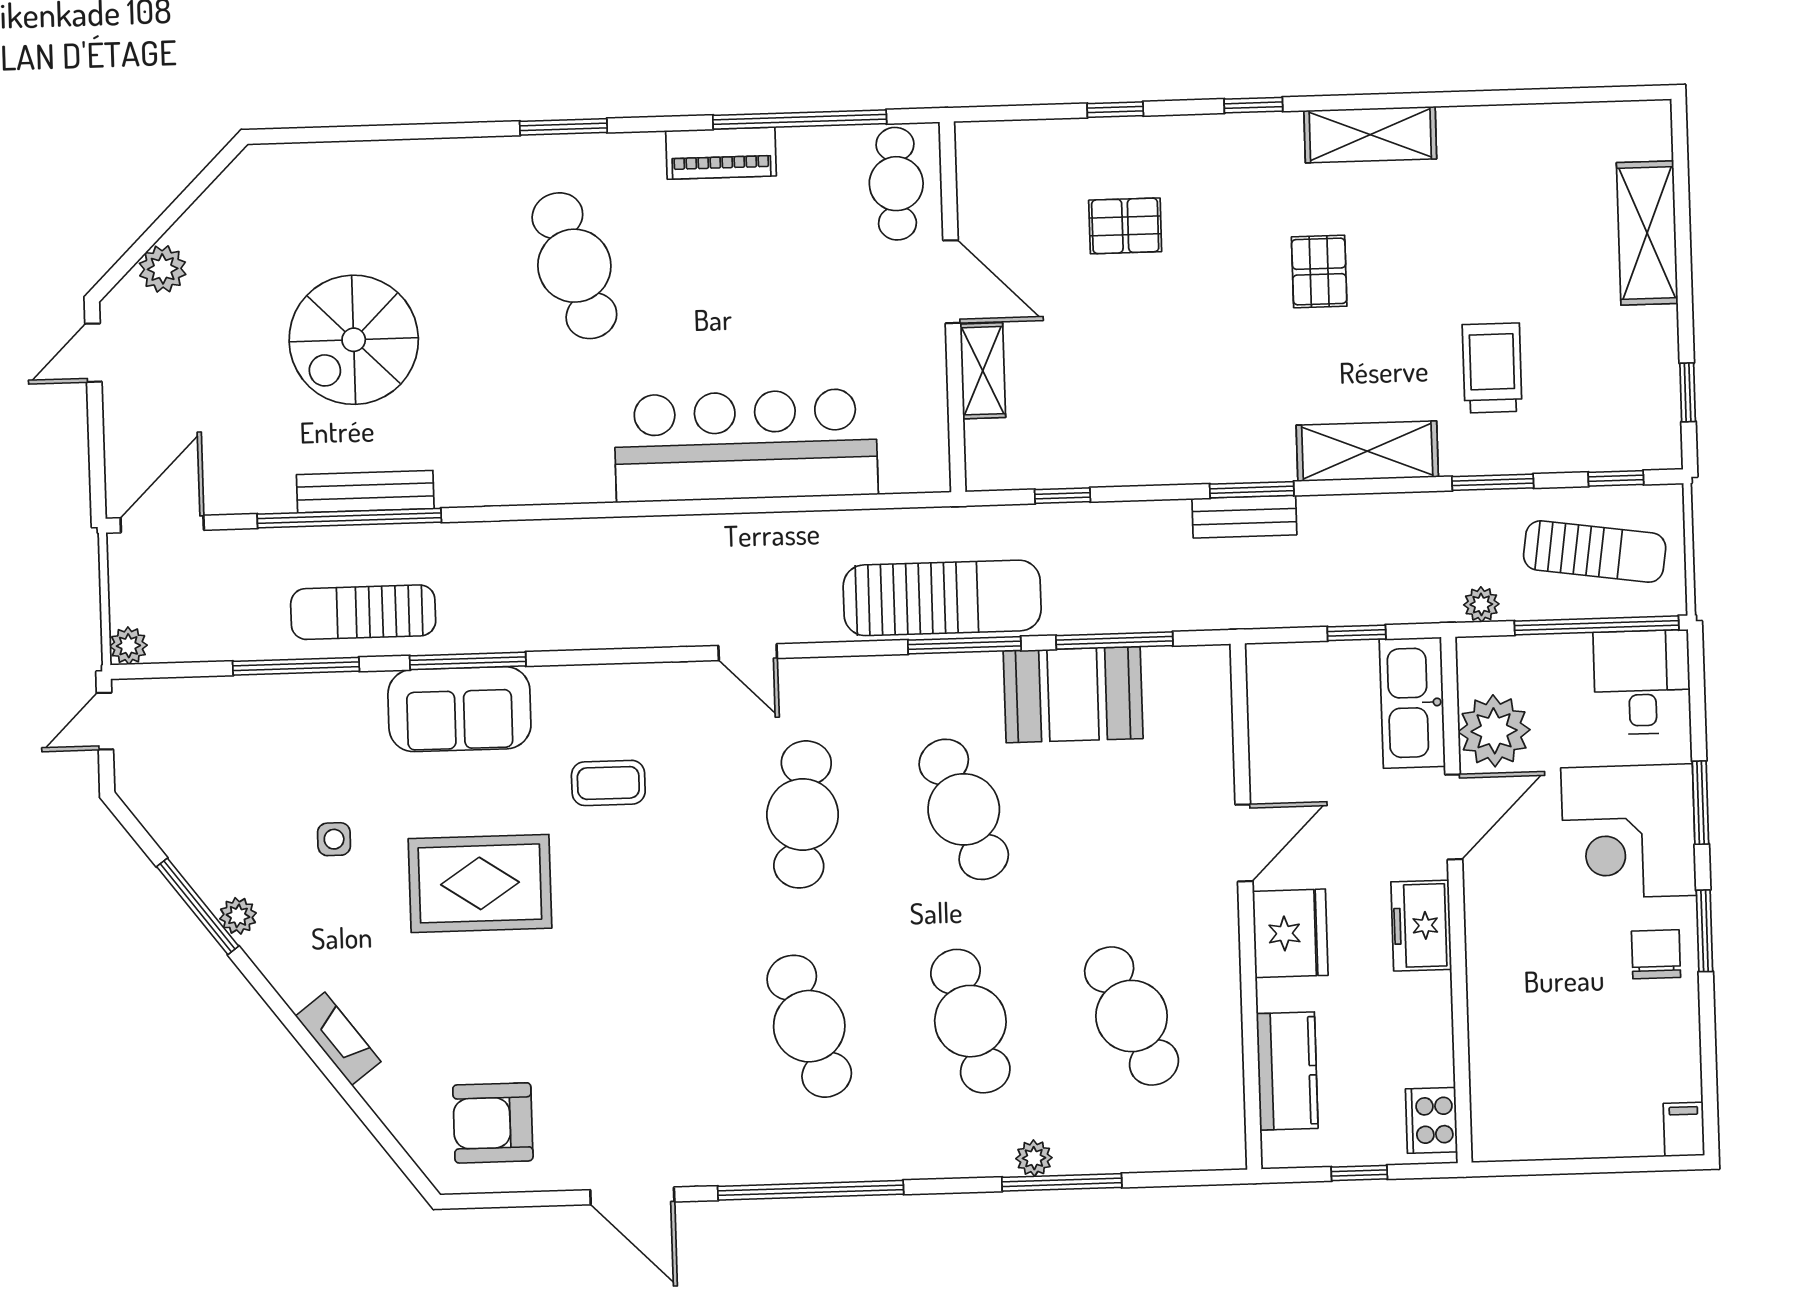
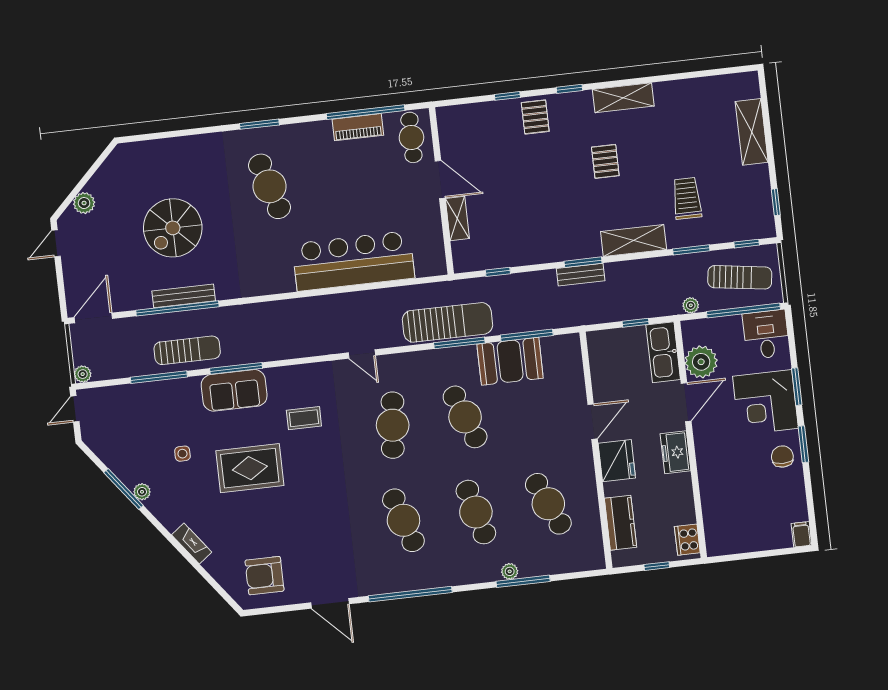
piano: (721, 153) -> (358, 127), moved
pallet: (1125, 226) -> (535, 117), moved, turned 90
sun lounger: (363, 612) -> (187, 350), turned 180

